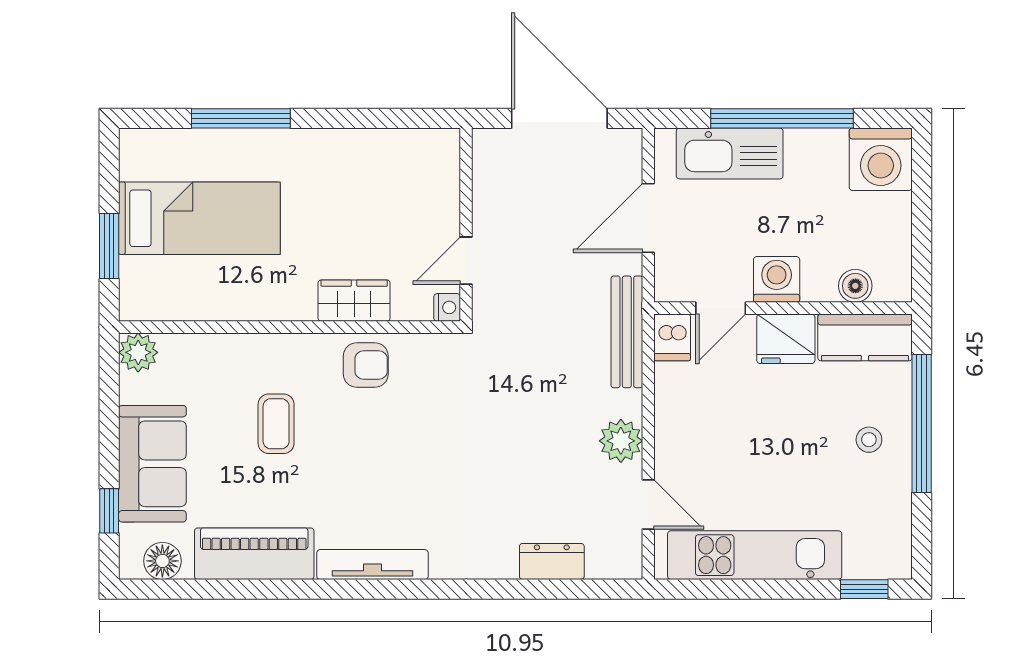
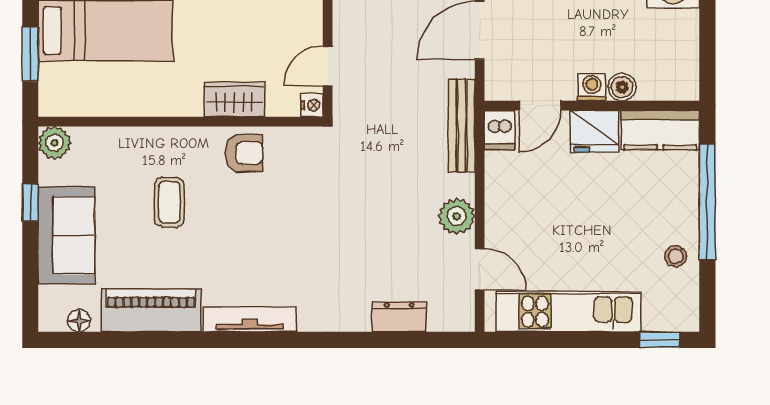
washing machine: (777, 279) -> (592, 87), width x0.73, depth x0.73
boiler: (855, 286) -> (622, 87), moved
stool: (869, 440) -> (676, 256), moved
window: (109, 511) -> (30, 203), moved
floor lamp: (162, 561) -> (79, 321), width x0.73, depth x0.73

